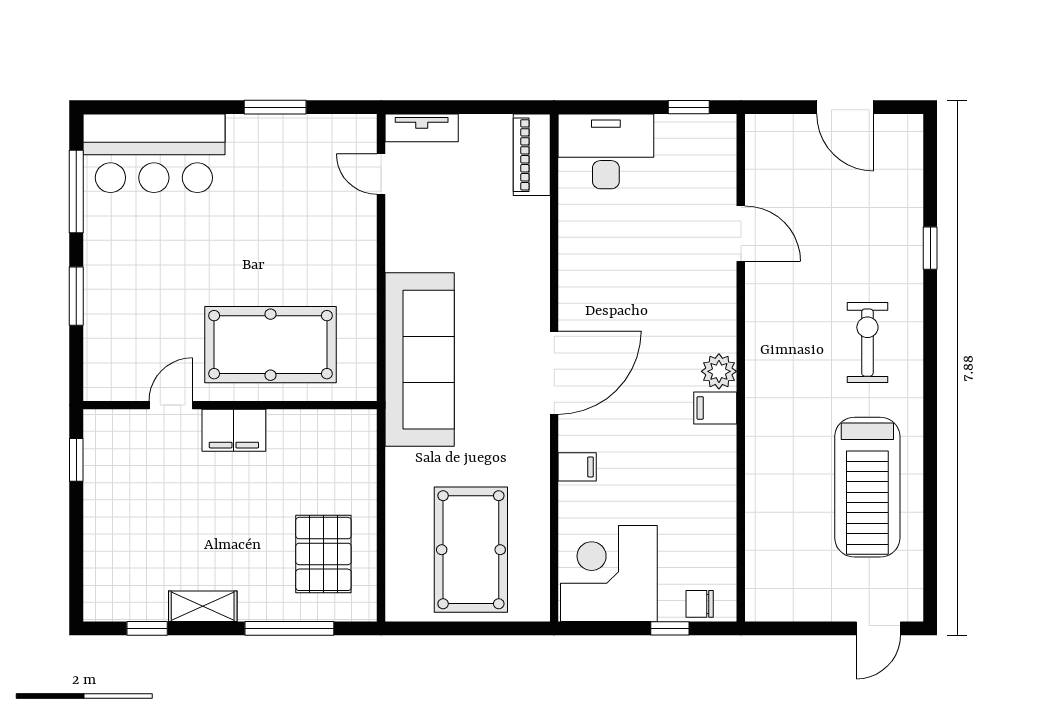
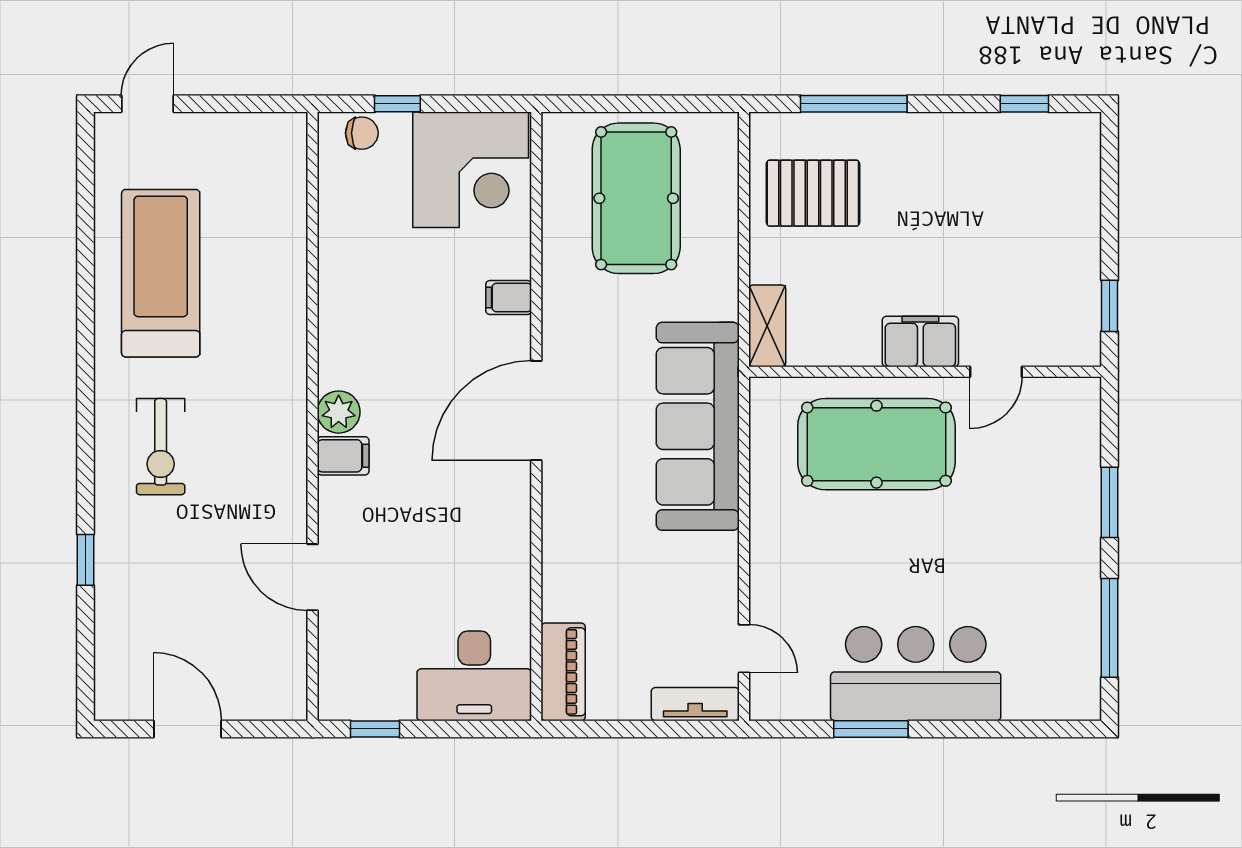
bar counter: (154, 153) -> (916, 674), moved
filing cabinet: (715, 408) -> (343, 456), moved
pallet: (323, 554) -> (813, 193), turned 90
shelving: (203, 606) -> (767, 326), moved, turned 90

